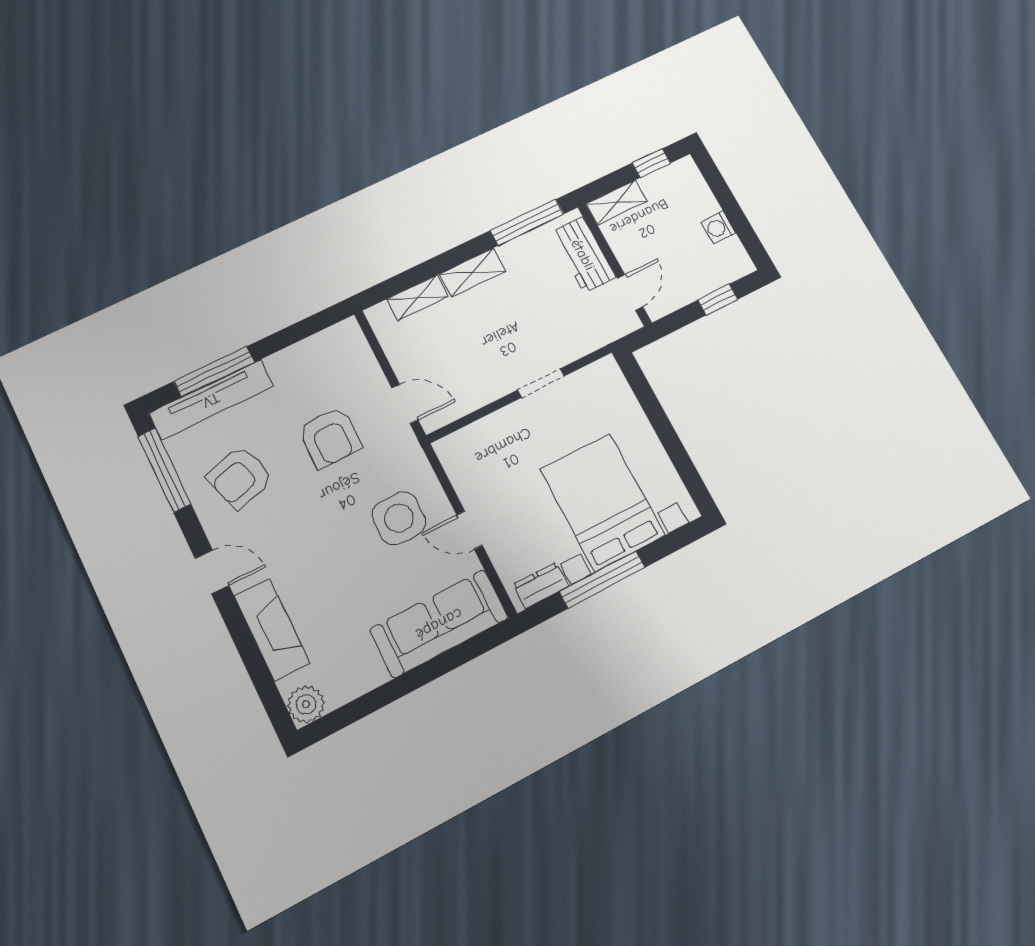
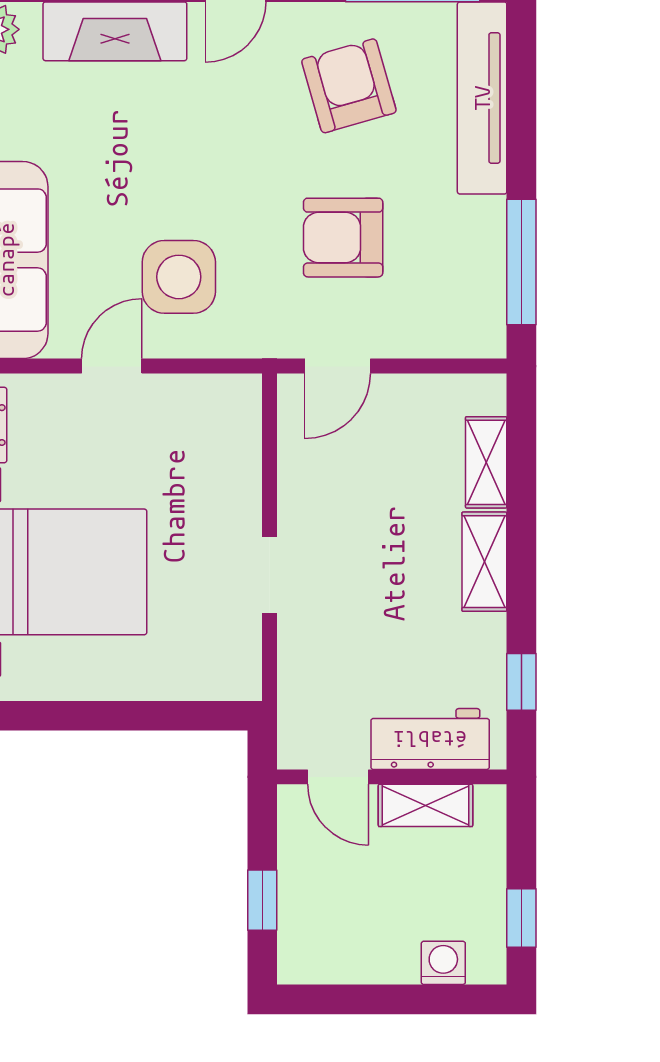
shelving: (616, 203) -> (426, 805), moved, turned 90
window: (527, 222) -> (521, 682), width x0.46
washing machine: (718, 227) -> (443, 963), moved
window: (214, 372) -> (521, 262), moved

